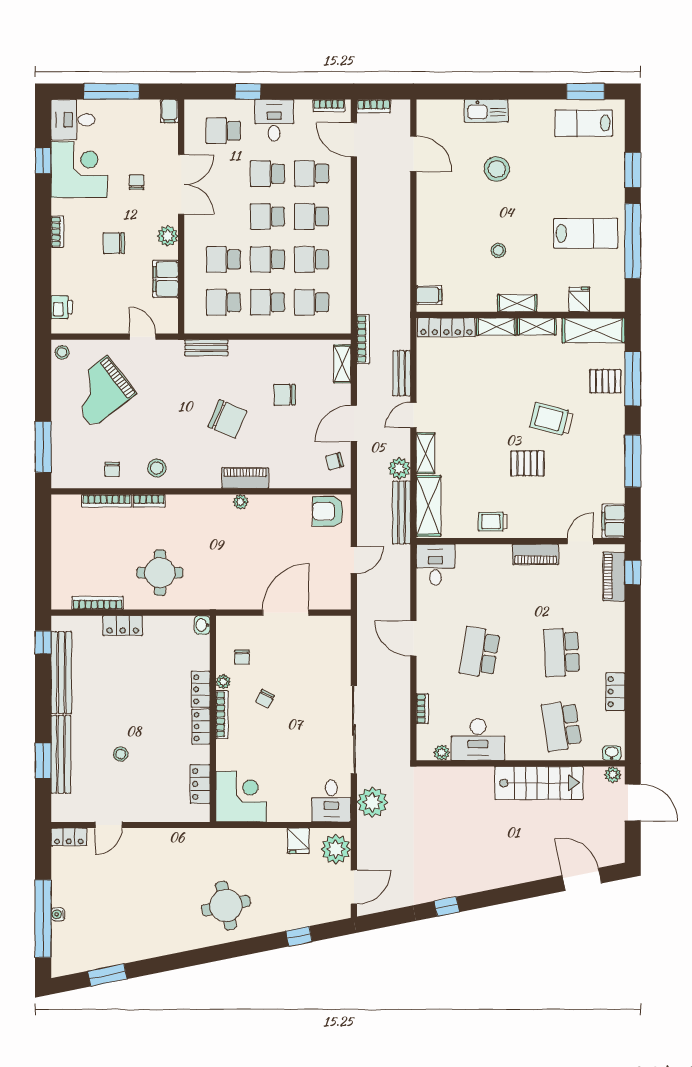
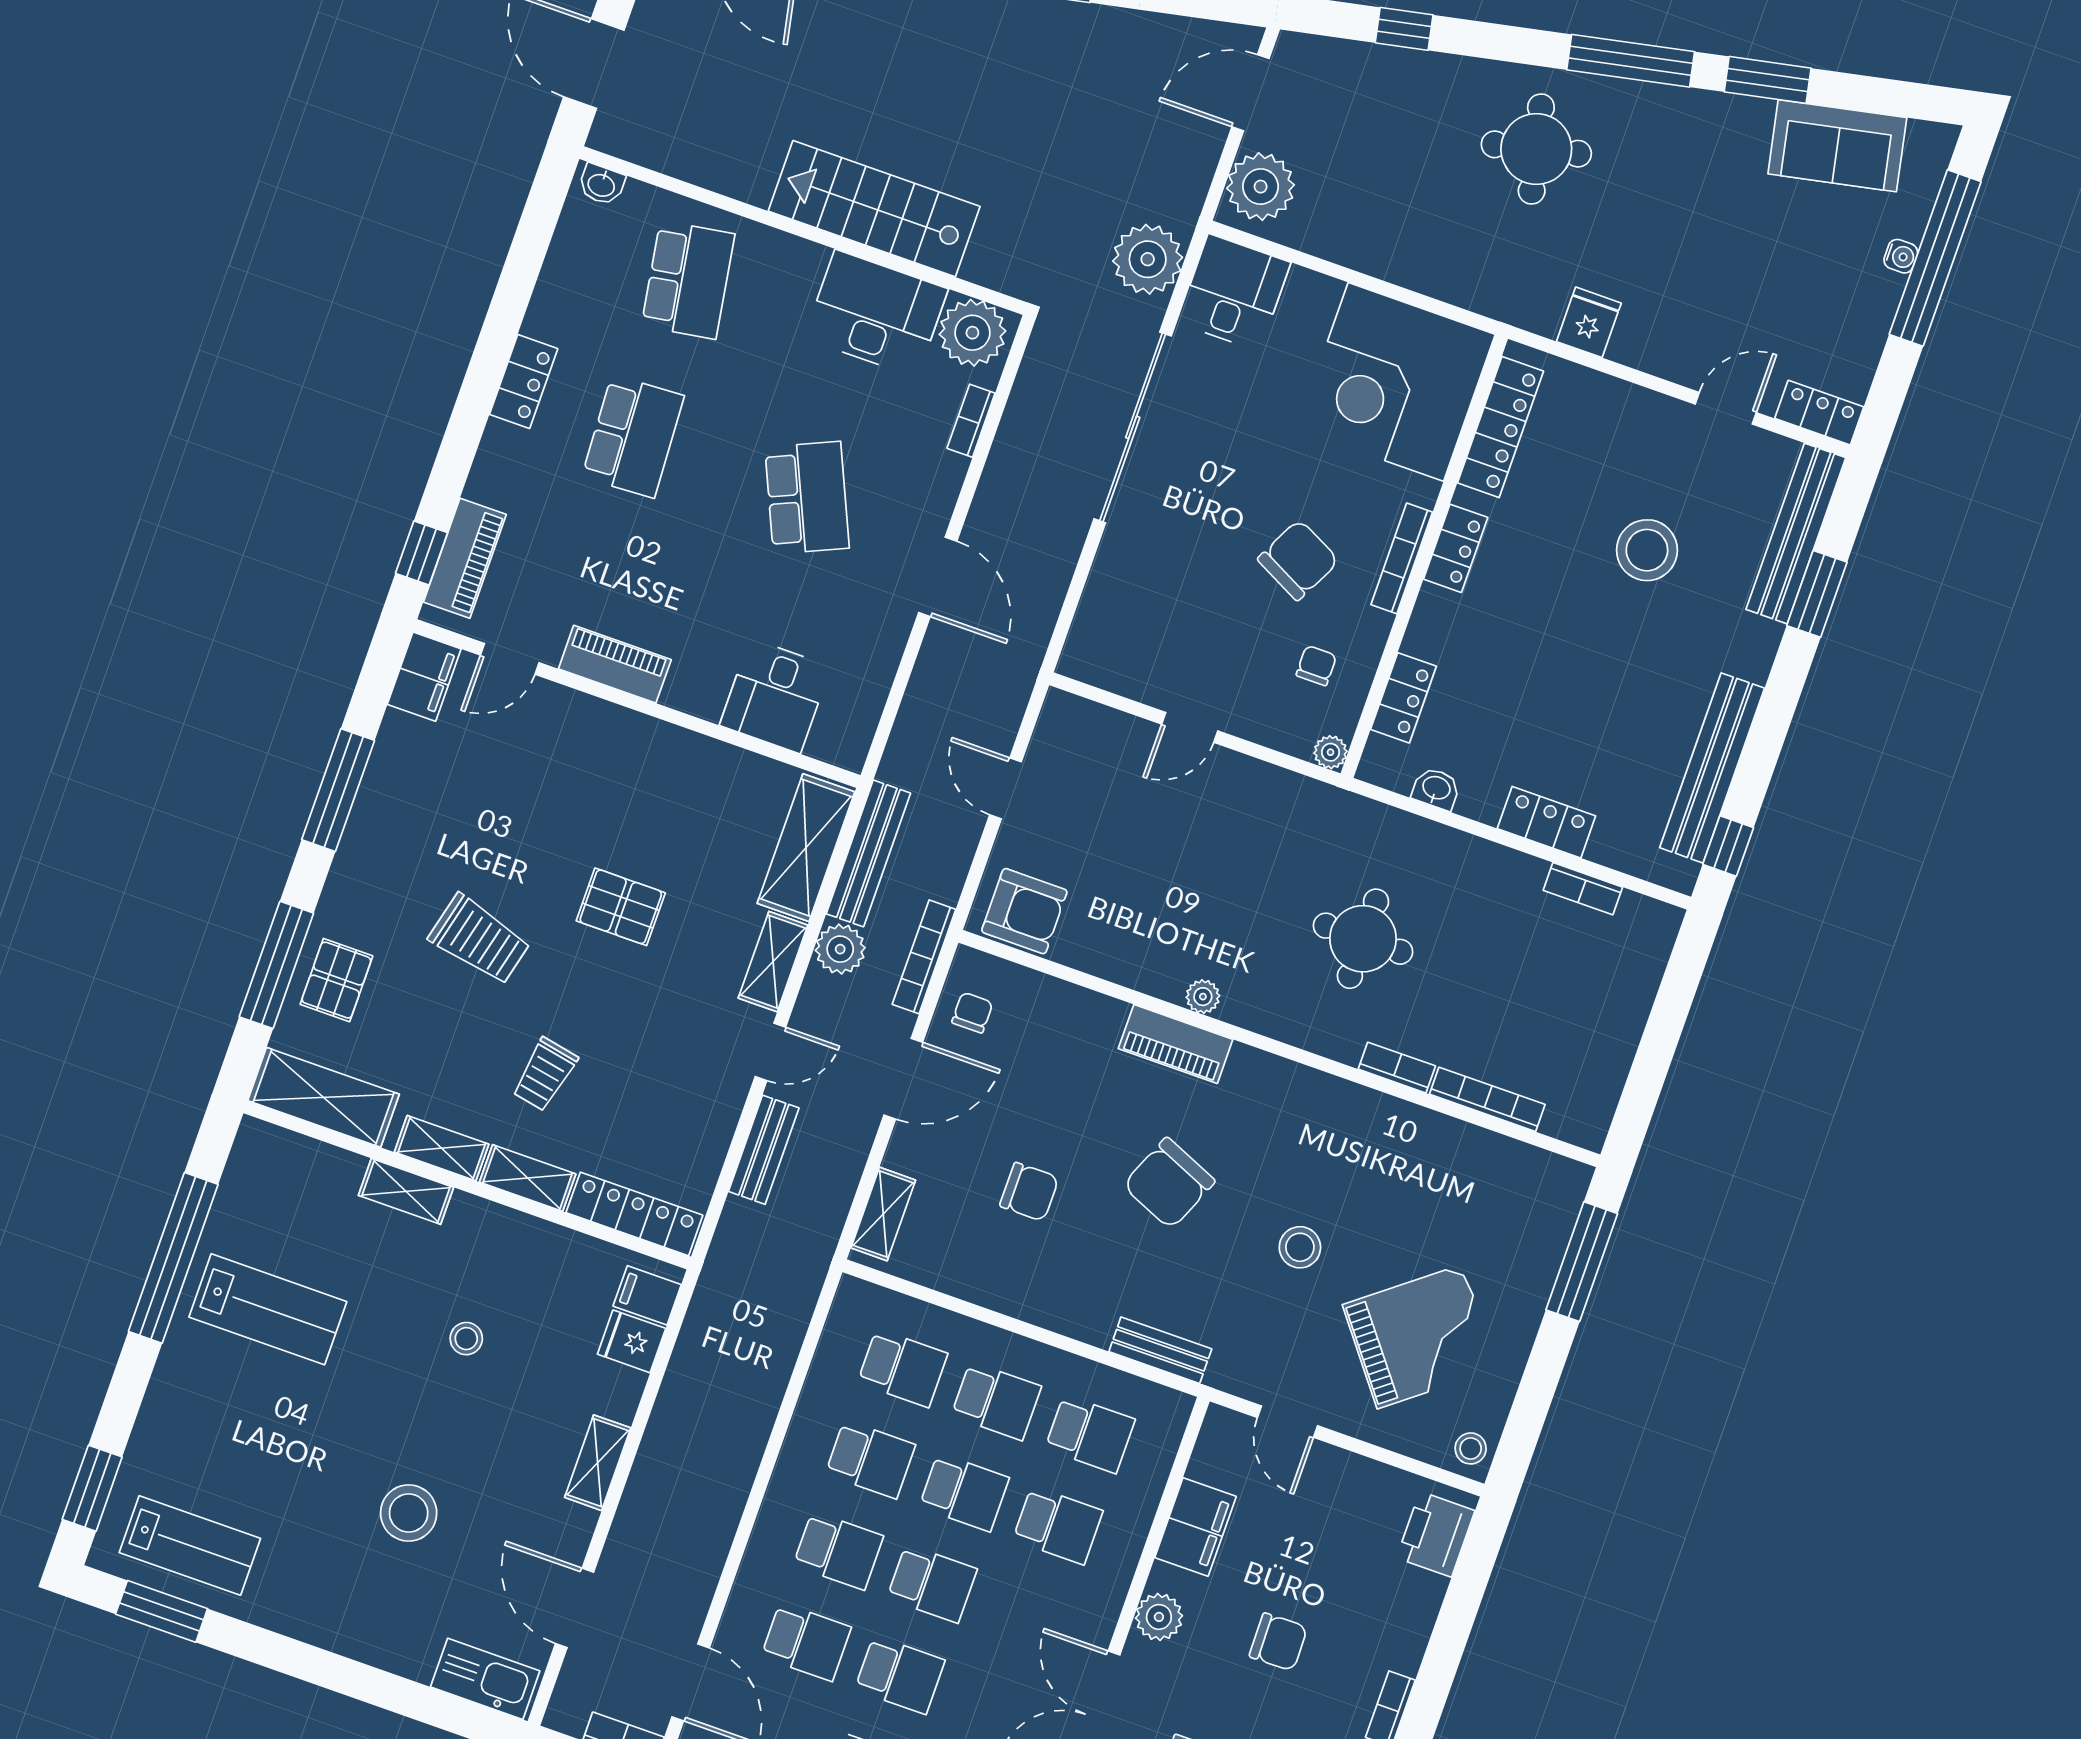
kitchen sink: (486, 111) -> (485, 1679), moved
window: (633, 170) -> (92, 1488), moved
shelving: (425, 218) -> (598, 1463), added
lab bench: (586, 233) -> (268, 1309), turned 180
fridge: (579, 299) -> (632, 1341), moved, turned 90
shelving: (517, 303) -> (406, 1191), moved
printer: (62, 307) -> (1436, 1534), width x1.36, depth x1.24
bookcase: (363, 339) -> (924, 957), moved
pallet: (605, 381) -> (336, 980), turned 90
chair: (227, 419) -> (1169, 1183), turned -90
chair: (335, 461) -> (972, 1013), turned -75
pallet: (527, 463) -> (621, 907), moved
stool: (157, 468) -> (1300, 1247), moved
chair: (112, 469) -> (1452, 1162), removed
trolley: (493, 522) -> (545, 1074), moved, turned 101
door: (354, 560) -> (1006, 788), hinge flipped
desk: (435, 565) -> (775, 696), moved
round table: (160, 573) -> (1363, 939), moved
bookcase: (98, 603) -> (1583, 889), width x0.64
door: (286, 613) -> (1190, 727), width x0.53
washbasin: (202, 625) -> (1436, 789), moved, turned -90
school desk: (480, 652) -> (807, 498), turned -33
plant: (223, 682) -> (1331, 752), moved
locker: (201, 689) -> (1403, 698), moved
locker: (615, 692) -> (524, 382), moved
chair: (265, 699) -> (1298, 560), width x1.87, depth x1.87
plant: (442, 753) -> (972, 333), width x1.88, depth x1.88
bench: (61, 754) -> (1796, 534), moved
stool: (121, 754) -> (1647, 550), width x1.89, depth x1.89
plant: (613, 775) -> (615, 138), removed
stairs: (539, 783) -> (874, 209), moved
locker: (200, 784) -> (1500, 427), width x1.53
corner desk: (241, 797) -> (1396, 382), width x1.36, depth x1.36
fridge: (298, 841) -> (1589, 322), moved
sofa: (101, 951) -> (1837, 146), added
window: (200, 956) -> (1631, 61), added
window: (107, 975) -> (1768, 80), moved

